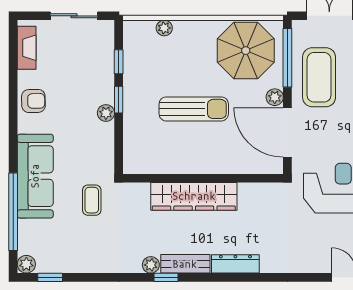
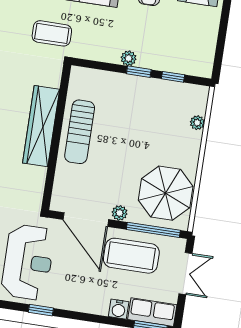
sliding door: (74, 16) -> (221, 43), removed
sun lounger: (194, 109) -> (80, 132), moved
door: (287, 133) -> (86, 220), swing flipped
coffee table: (92, 200) -> (52, 33), width x1.36, depth x1.30

